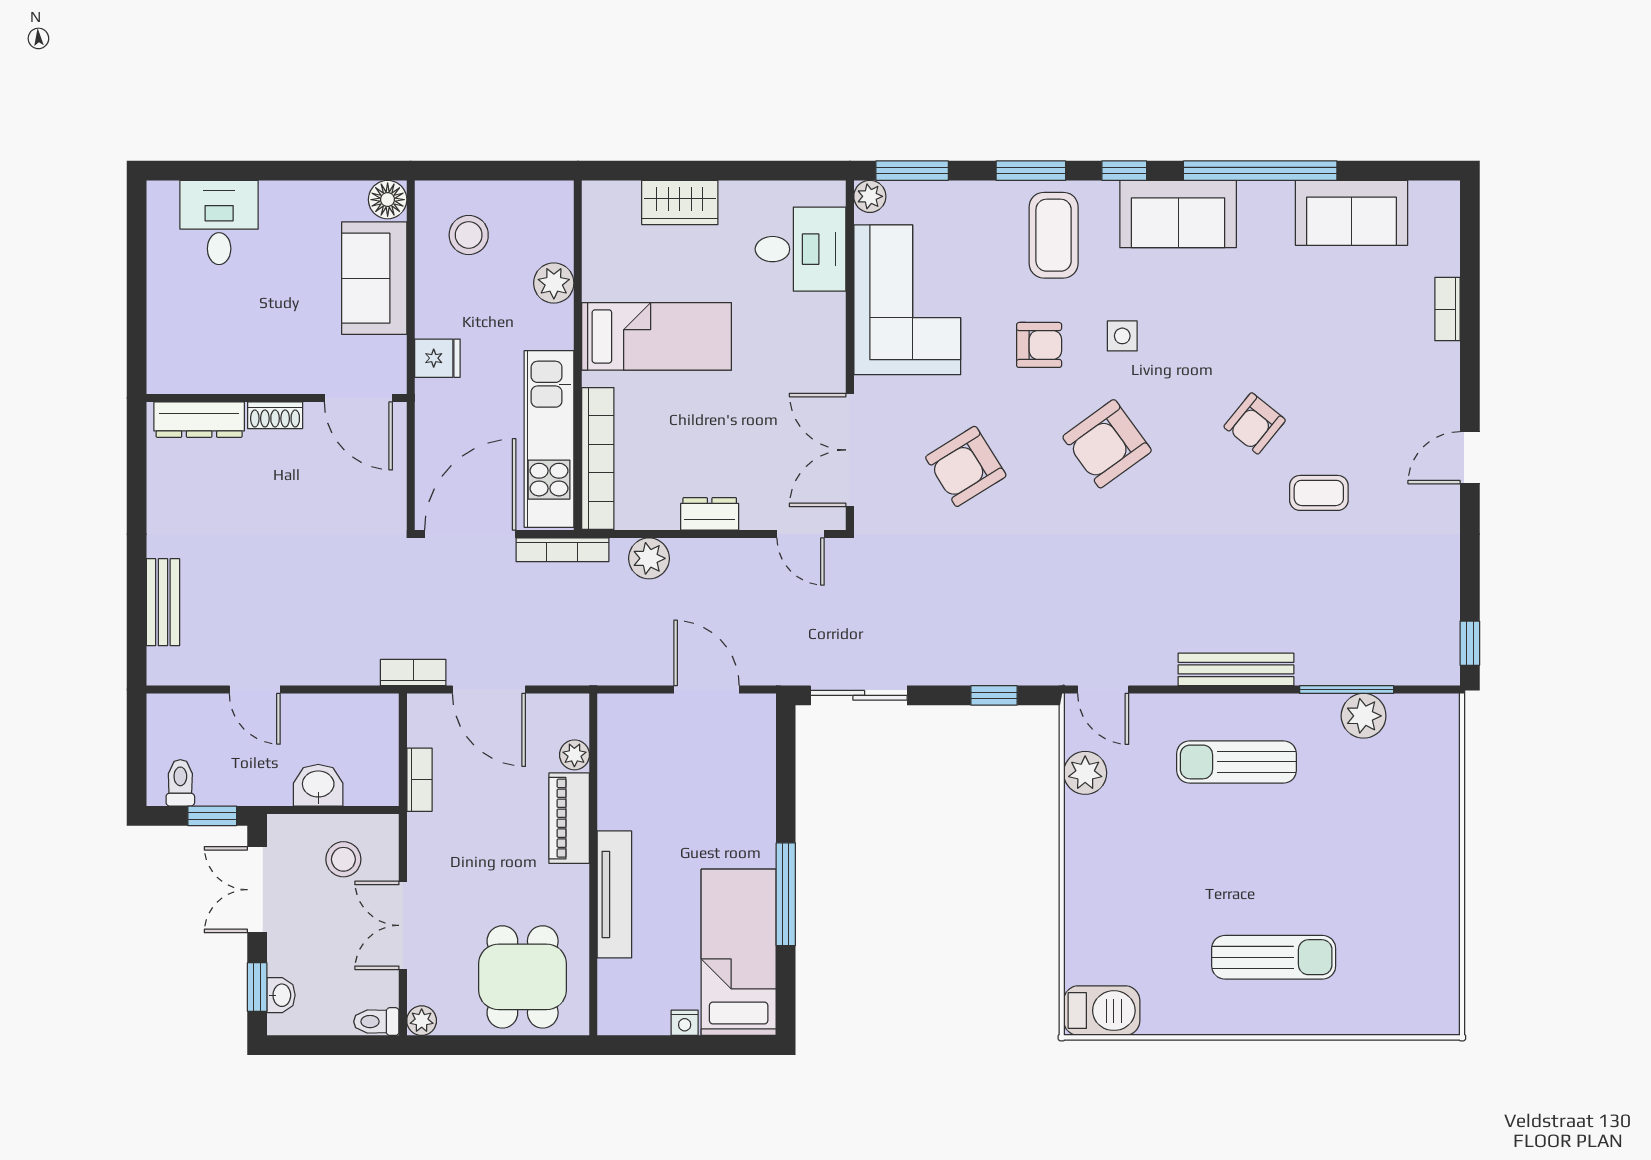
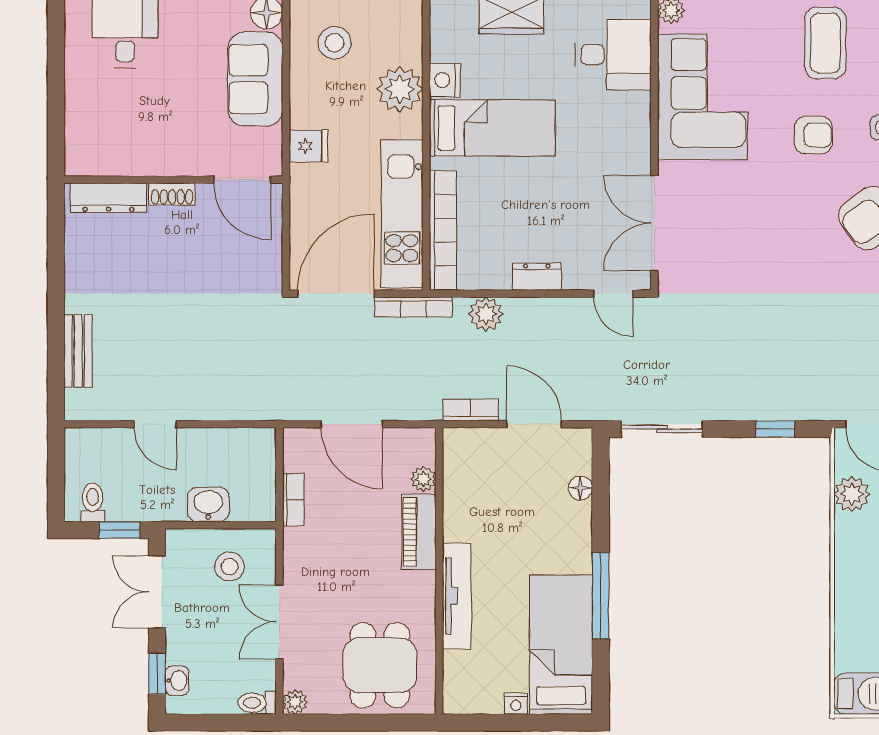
nightstand: (600, 280) -> (445, 80), added
plant: (554, 283) -> (400, 89), width x1.36, depth x1.36
armchair: (966, 466) -> (752, 237), removed
bookcase: (413, 673) -> (471, 410), moved
floor lamp: (762, 766) -> (580, 488), added

